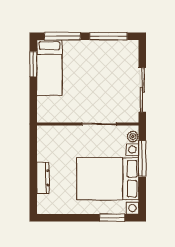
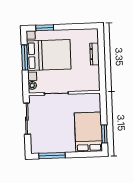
window: (62, 36) -> (84, 154), removed
bed: (49, 68) -> (88, 132), width x1.50
window: (142, 159) -> (25, 57), moved

